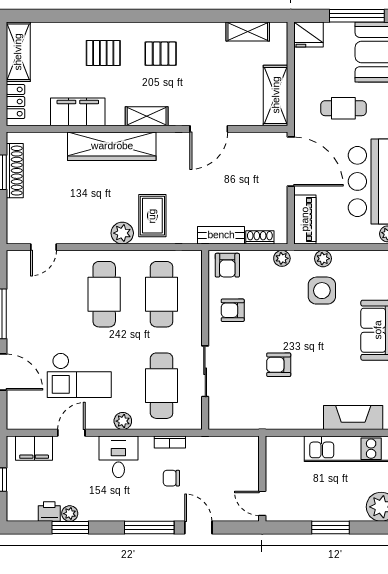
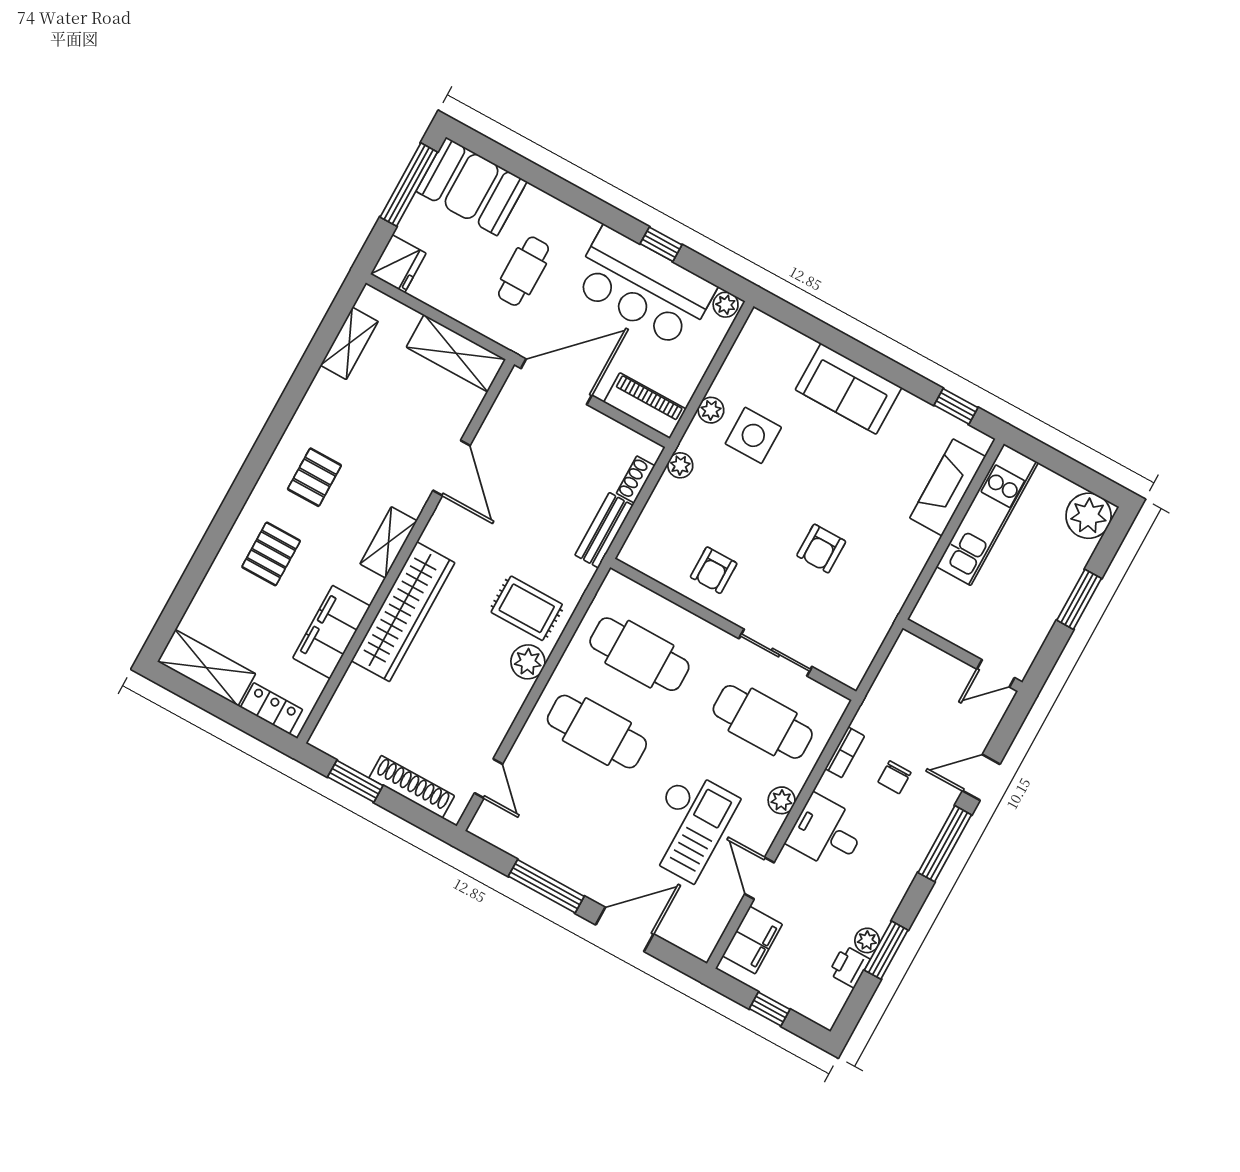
shoe rack: (15, 171) -> (412, 787), moved
armchair: (227, 265) -> (649, 544), removed

